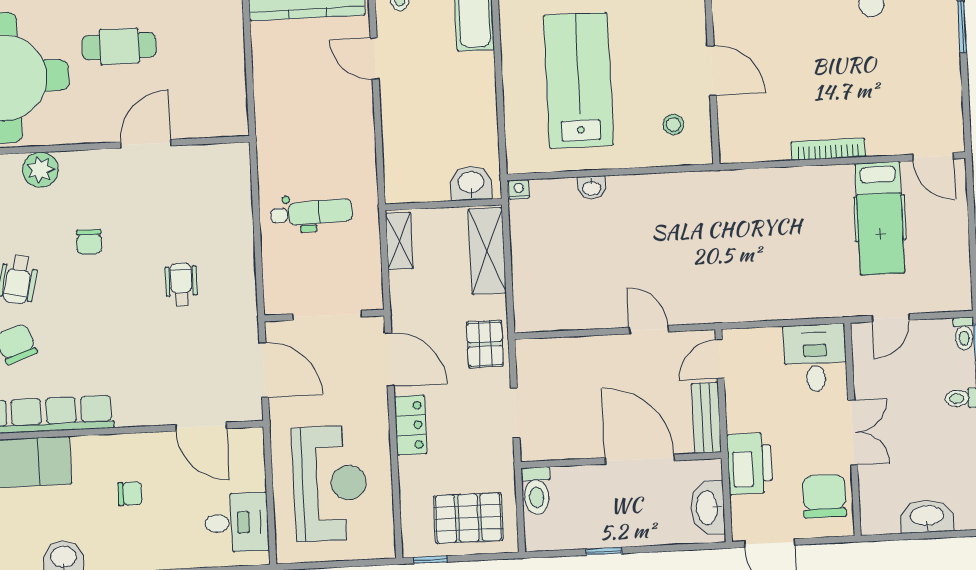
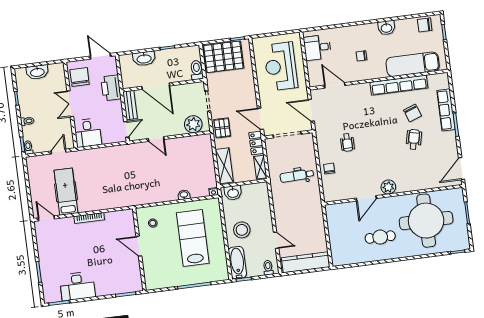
lab bench: (578, 80) -> (193, 238), turned 180
stool: (457, 91) -> (242, 230), added
plant: (40, 170) -> (388, 187), moved
chair: (89, 242) -> (329, 169), moved
plant: (555, 359) -> (193, 124), added
locker: (411, 425) -> (256, 143), moved
chair: (824, 496) -> (80, 77), turned 180
washbasin: (708, 508) -> (144, 59), moved, turned 90
pallet: (468, 518) -> (223, 57), width x1.37, depth x1.41

